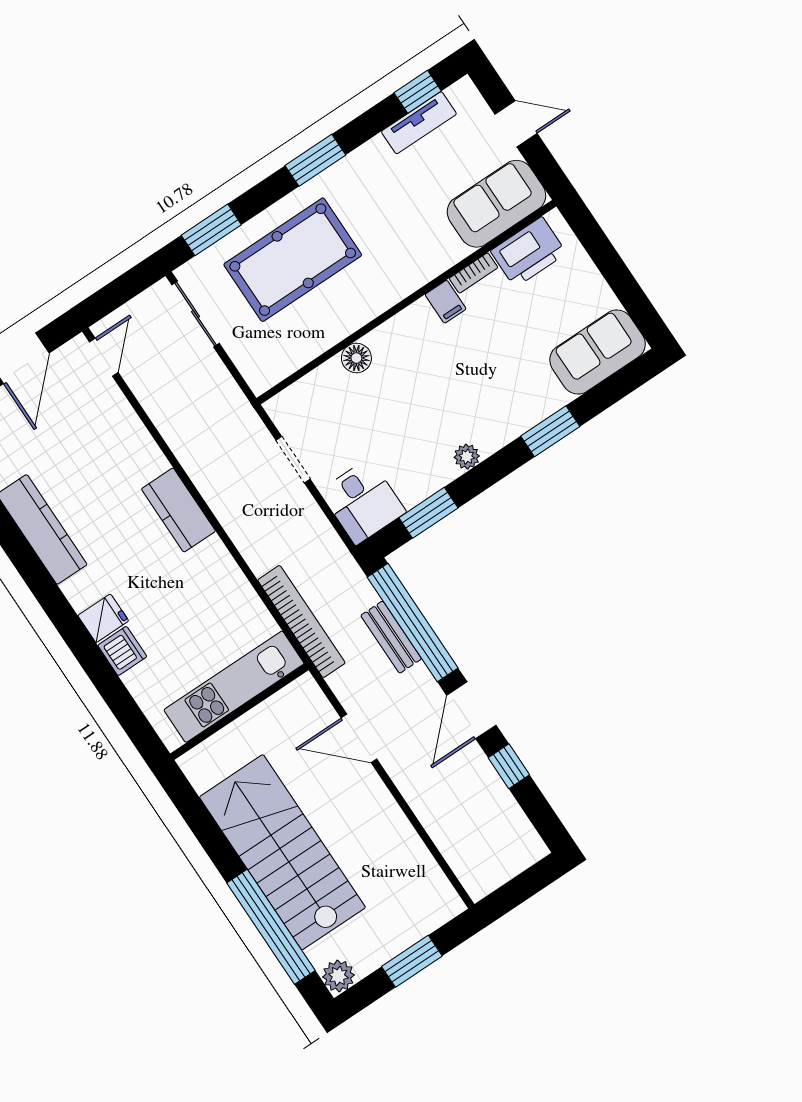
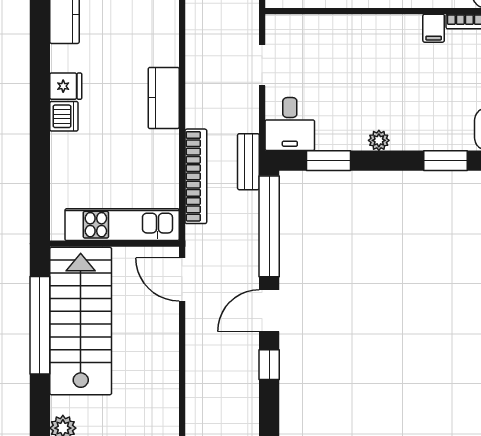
floor lamp: (356, 358) -> (349, 26), removed
kitchen counter: (178, 510) -> (164, 98), moved
bench: (391, 637) -> (248, 162), moved
kitchen unit: (234, 687) -> (122, 225), moved
wall: (239, 712) -> (115, 244), moved
window: (271, 927) -> (40, 325), moved

